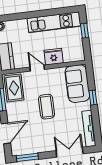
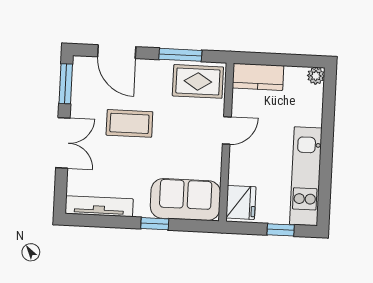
fridge: (54, 57) -> (241, 202), moved
coffee table: (47, 107) -> (129, 123), moved
double door: (70, 152) -> (63, 143), moved

